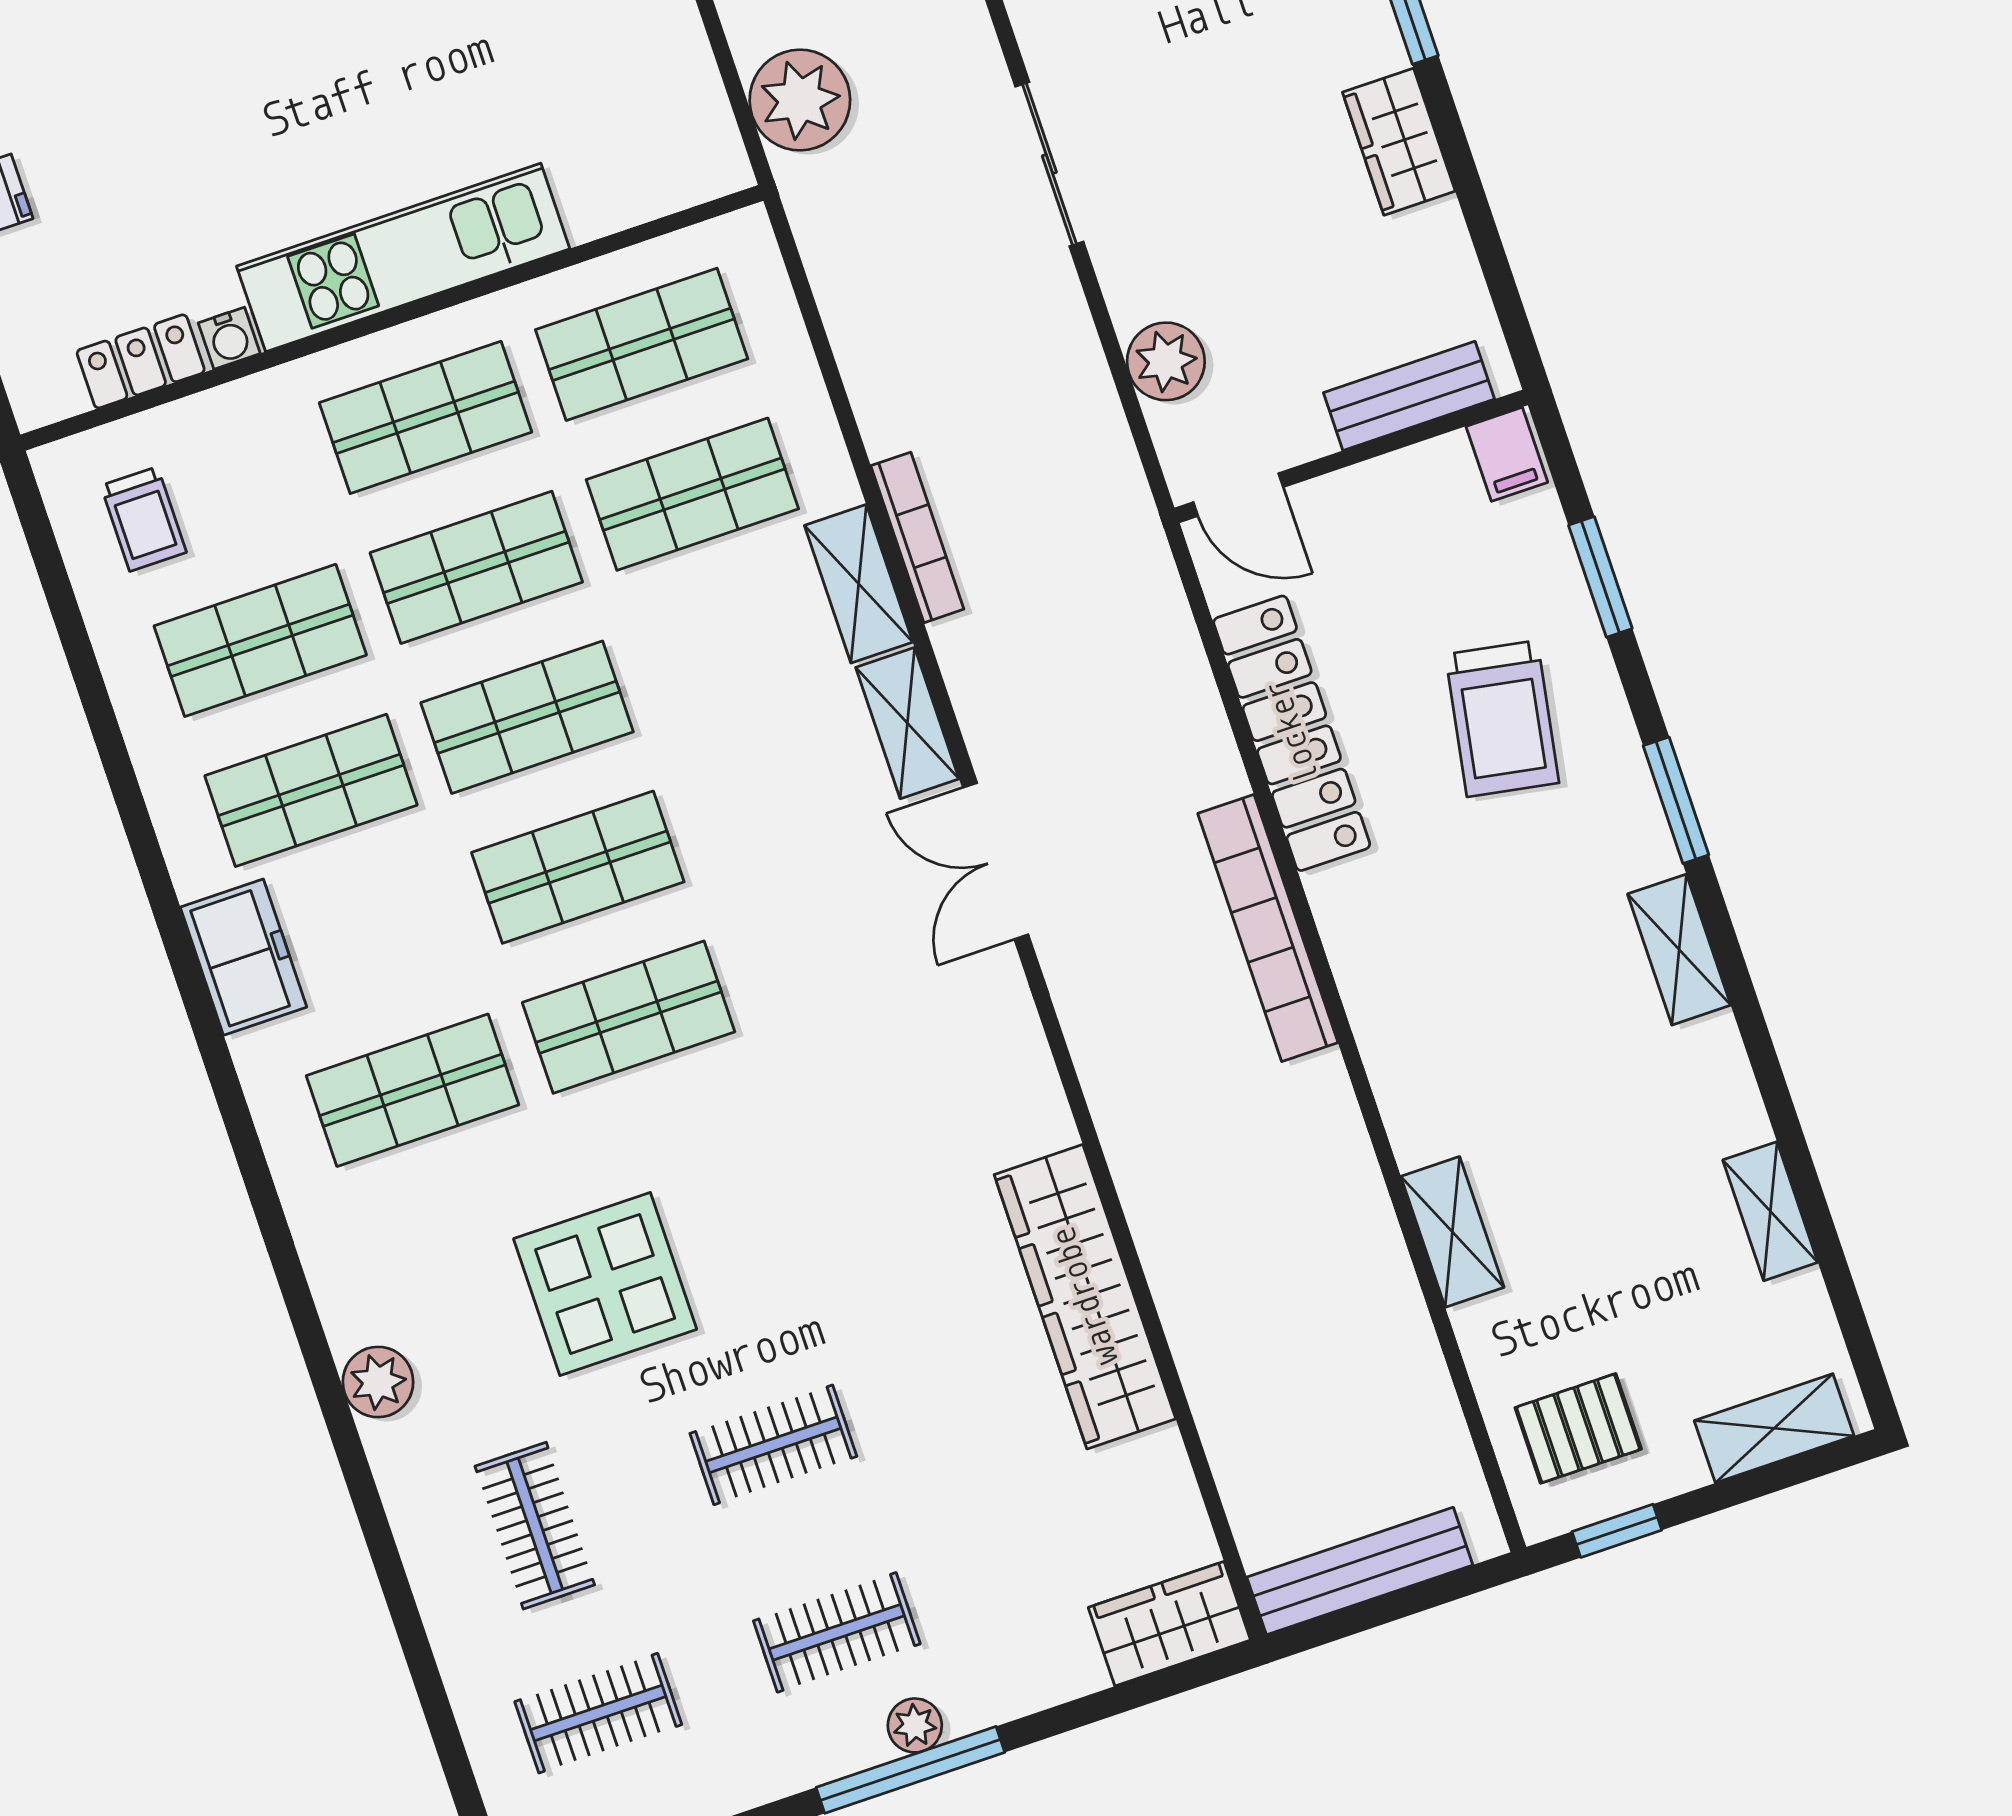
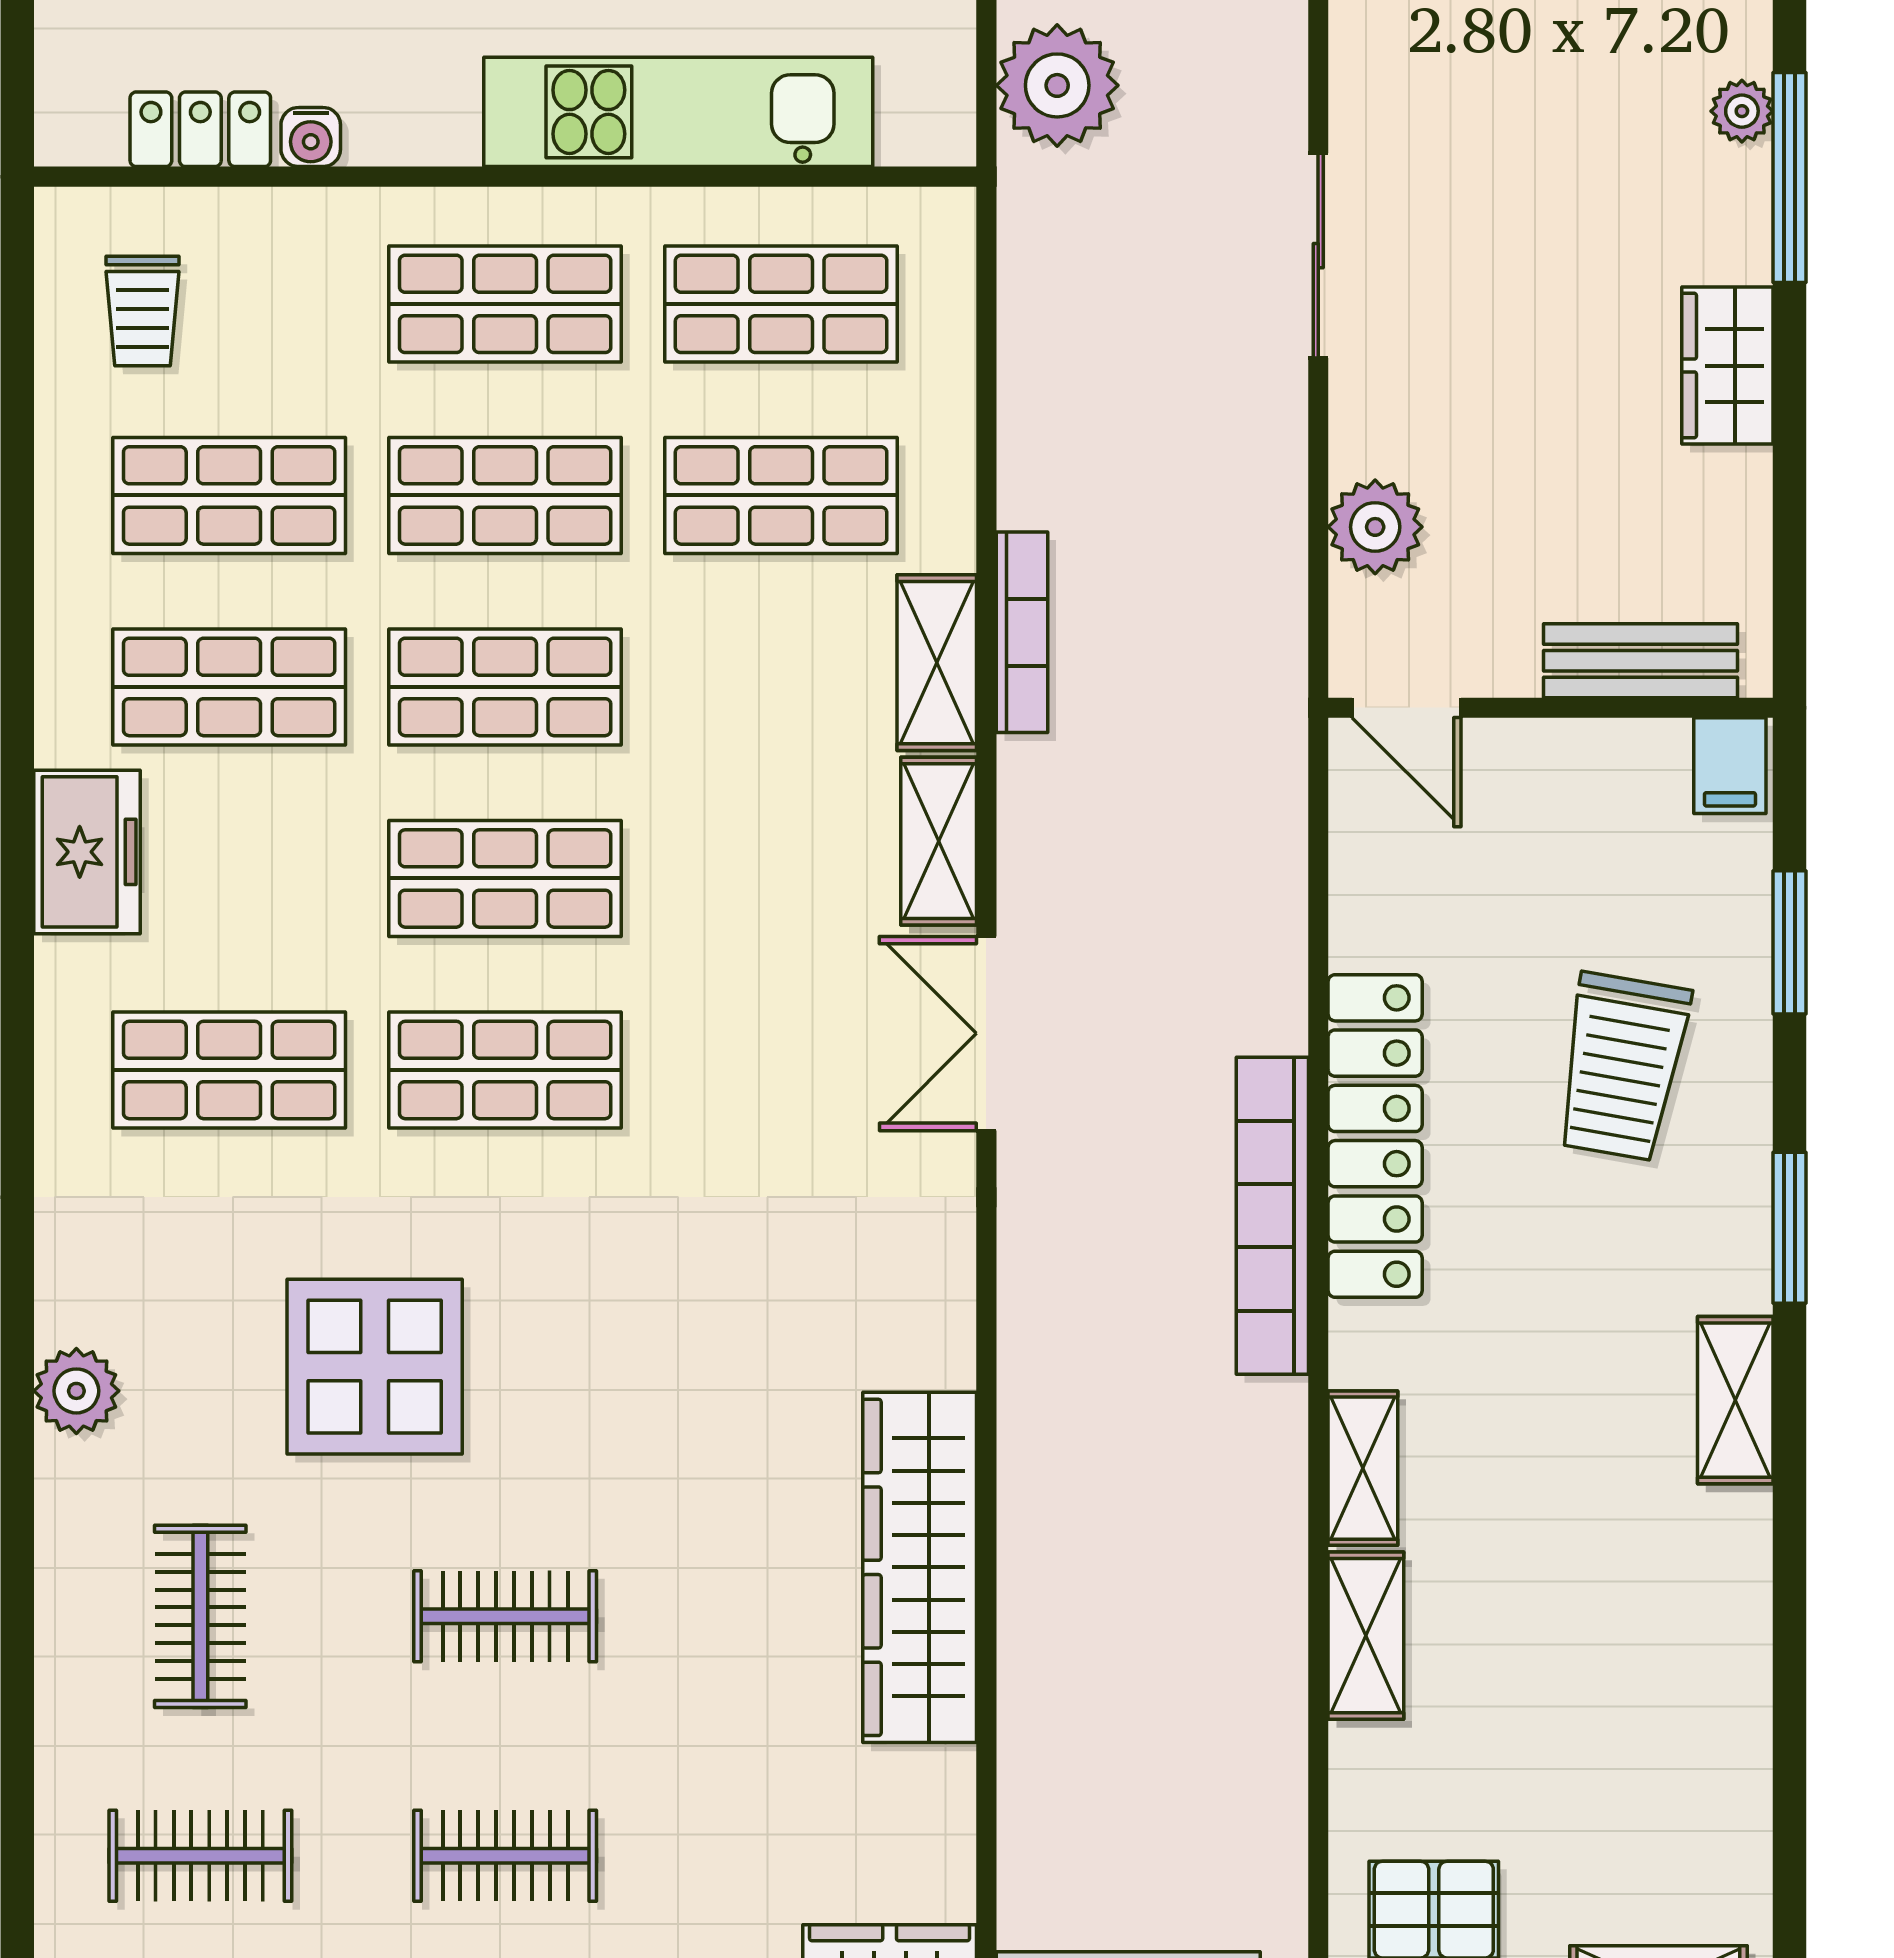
kitchen unit: (403, 257) -> (678, 112), moved
locker: (1292, 733) -> (1375, 1136), moved
shelving: (1770, 1211) -> (1363, 1468), moved

